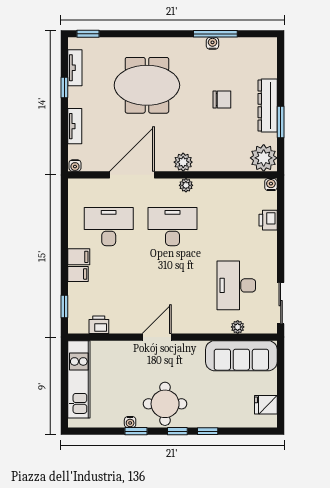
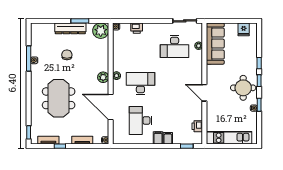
desk: (172, 227) -> (140, 83), turned 90

